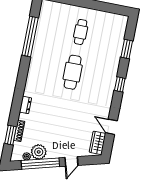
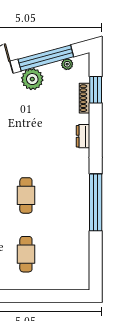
window: (30, 37) -> (96, 202), moved
cafe table: (73, 72) -> (26, 195), width x0.73, depth x0.74
plant: (39, 152) -> (32, 79), moved

